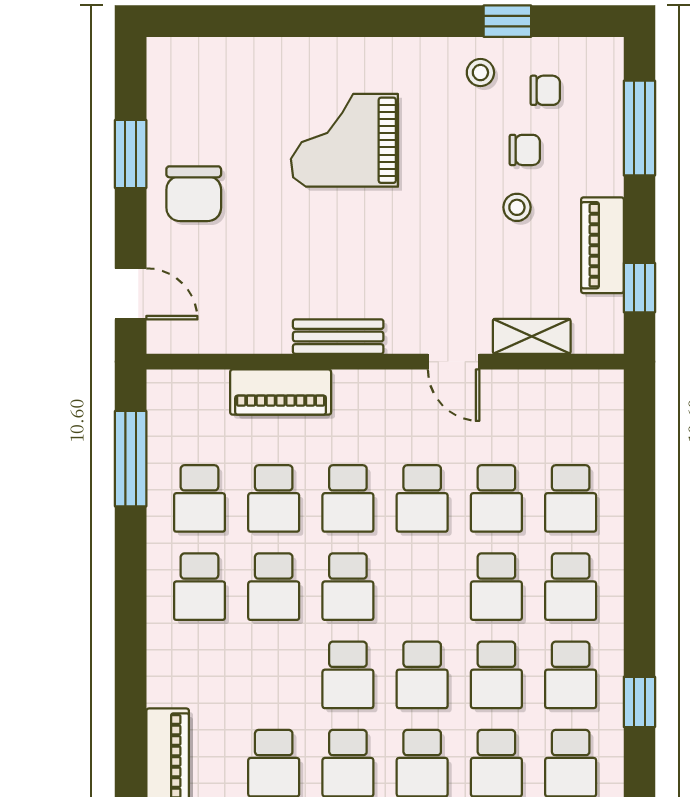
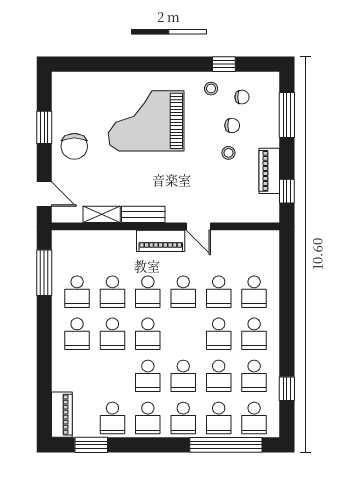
grand piano: (344, 140) -> (146, 121), width x1.37, depth x1.48
shelving: (532, 336) -> (102, 214), moved
piano: (281, 392) -> (161, 241), moved

